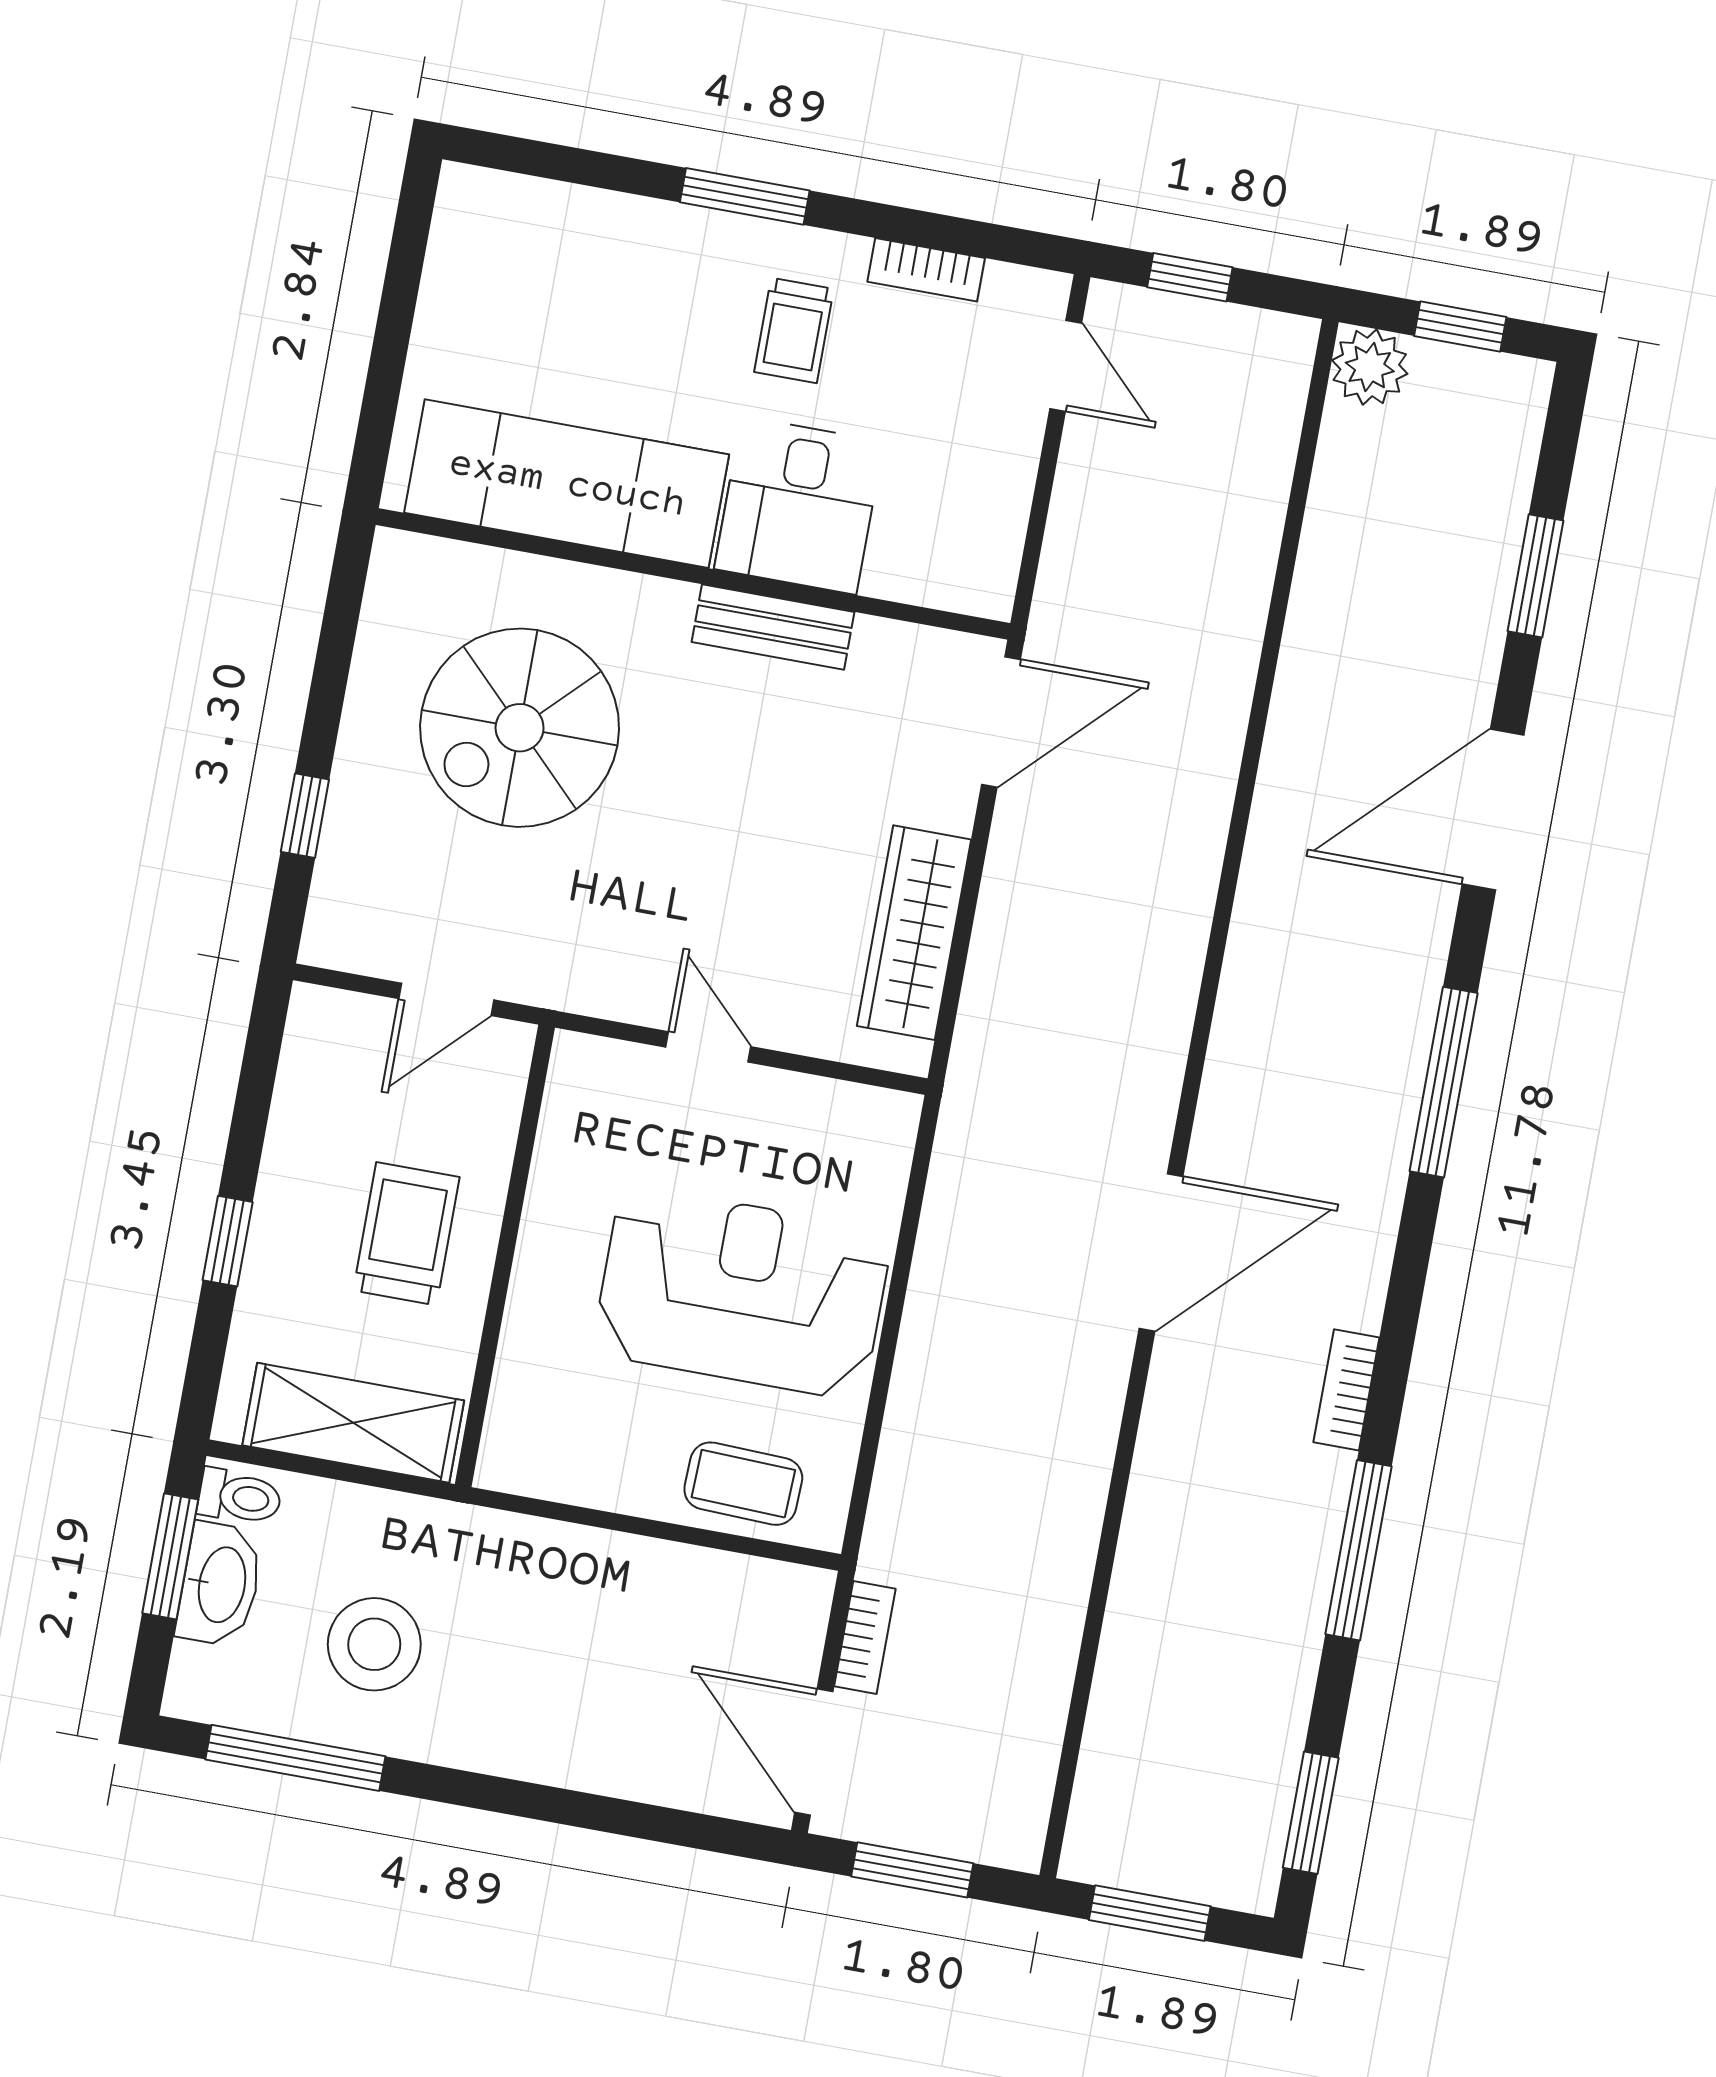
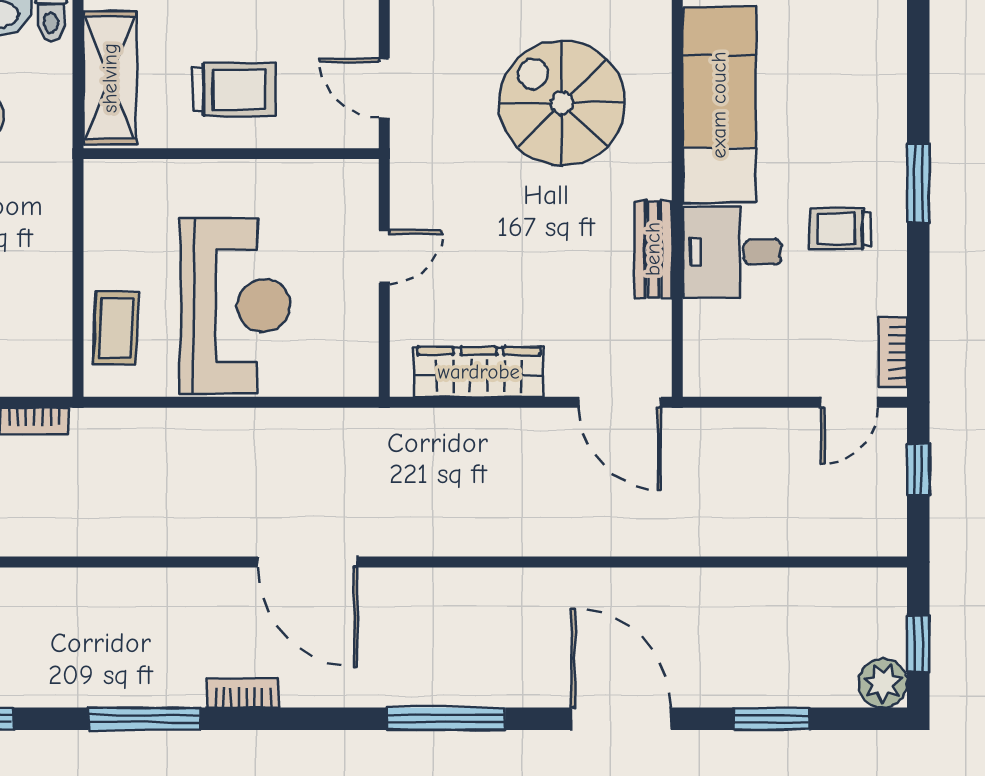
bookcase: (926, 270) -> (893, 352), moved
plant: (1370, 367) -> (883, 683), moved

